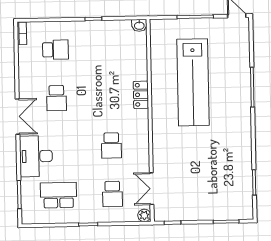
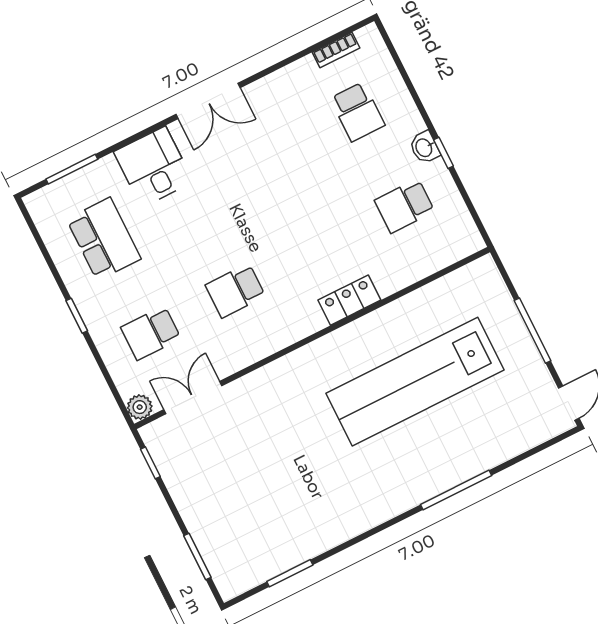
washbasin: (139, 25) -> (424, 147), moved
bookcase: (22, 33) -> (336, 50), moved
school desk: (56, 98) -> (405, 206), moved
desk: (36, 156) -> (153, 167), width x0.73

